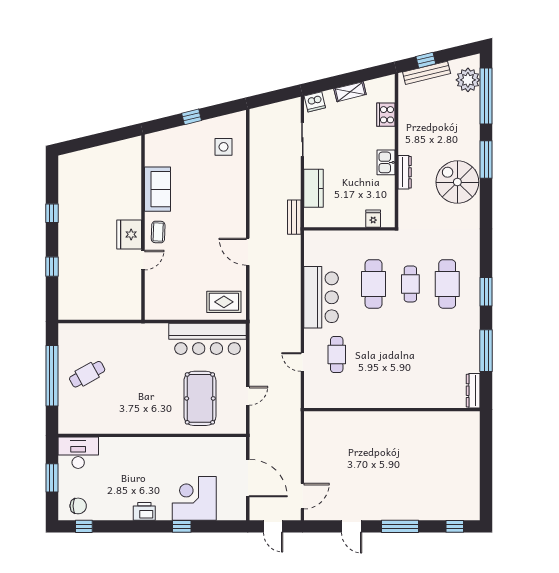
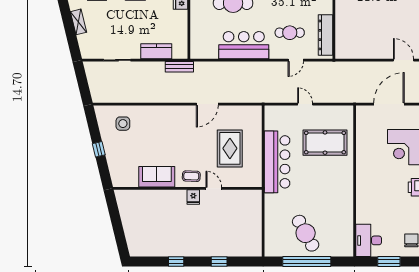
dishwasher: (315, 102) -> (87, 50), removed
fridge: (129, 234) -> (193, 197), width x0.53, depth x0.75
rug: (224, 302) -> (230, 148), moved, width x1.36, depth x1.43
bar counter: (208, 339) -> (277, 162), moved
cafe table: (87, 374) -> (306, 233), width x1.37, depth x1.35
door: (248, 396) -> (305, 104), moved
dresser: (334, 399) -> (325, 35), added

